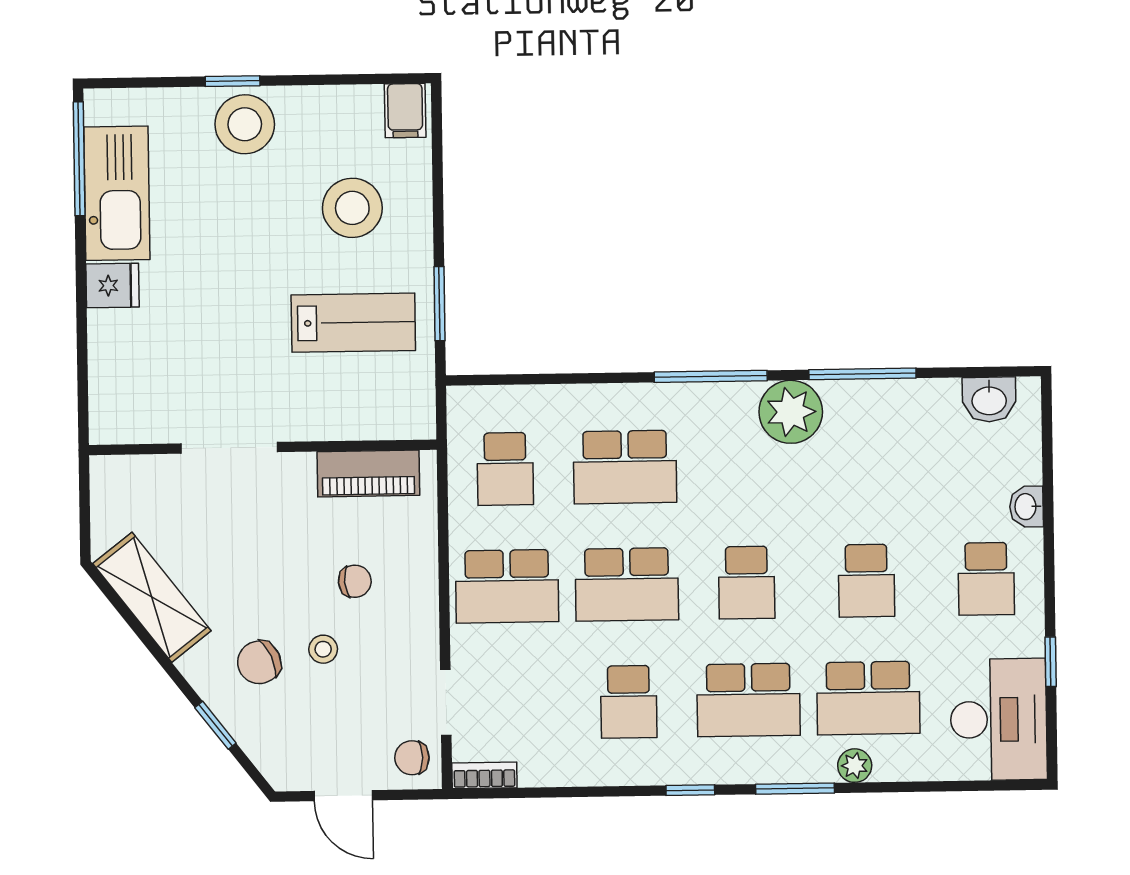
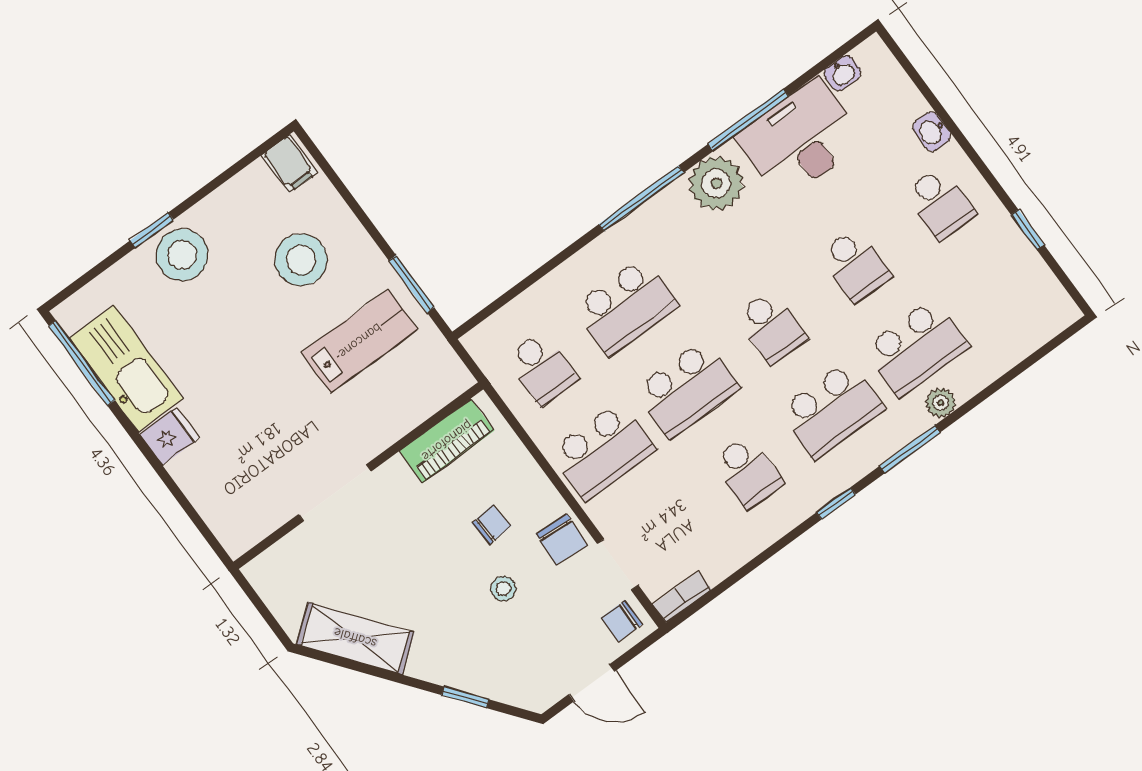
washbasin: (989, 400) -> (842, 73), width x0.72, depth x0.69
chair: (259, 662) -> (562, 540), moved, turned -62
desk: (999, 719) -> (800, 139), moved, turned -90

